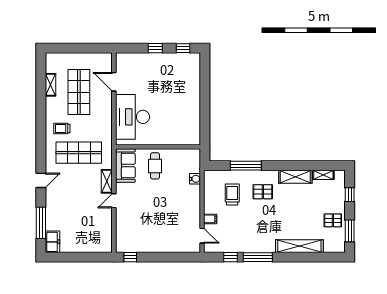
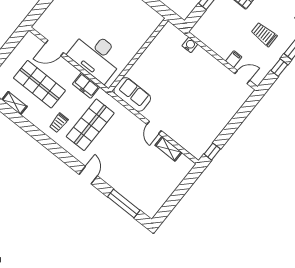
cafe table: (155, 166) -> (152, 70), removed
shelving: (107, 181) -> (168, 149), moved
trolley: (232, 194) -> (264, 34), moved
freezer: (52, 242) -> (86, 85), moved, turned 180

